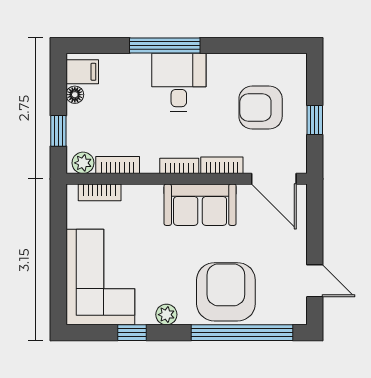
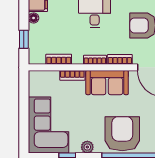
plant: (83, 163) -> (38, 58), removed
bookcase: (100, 192) -> (72, 75), moved

